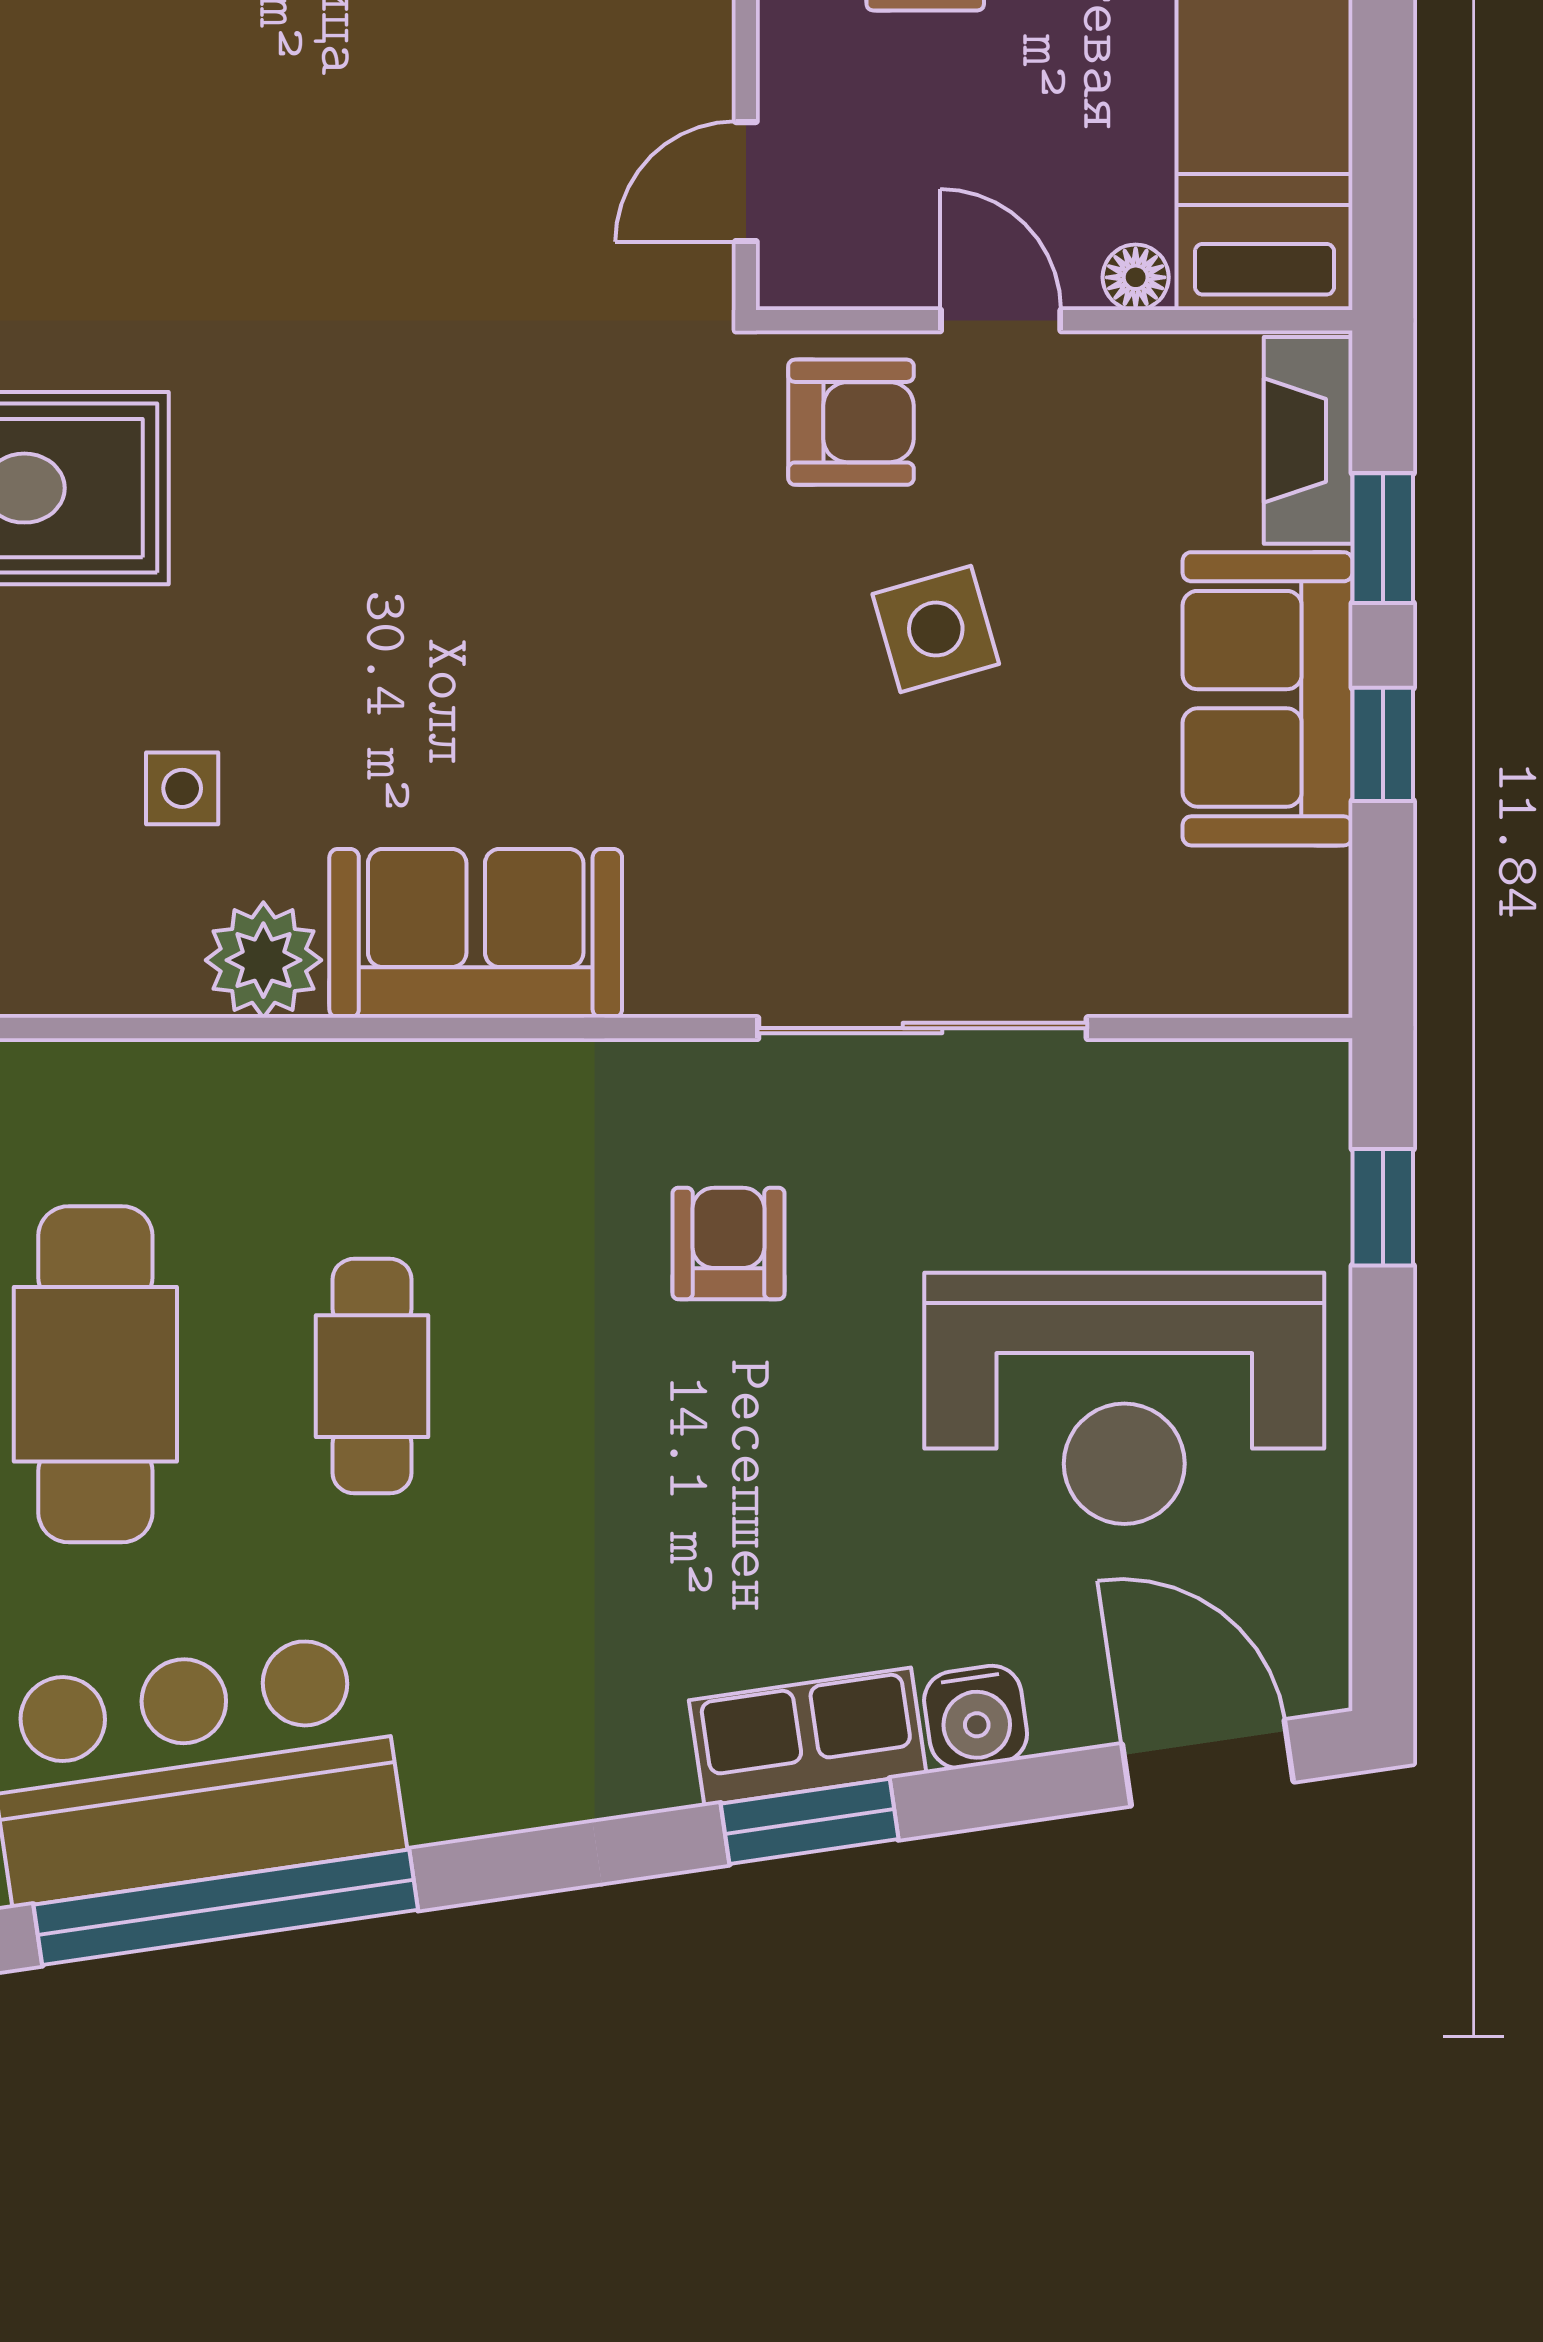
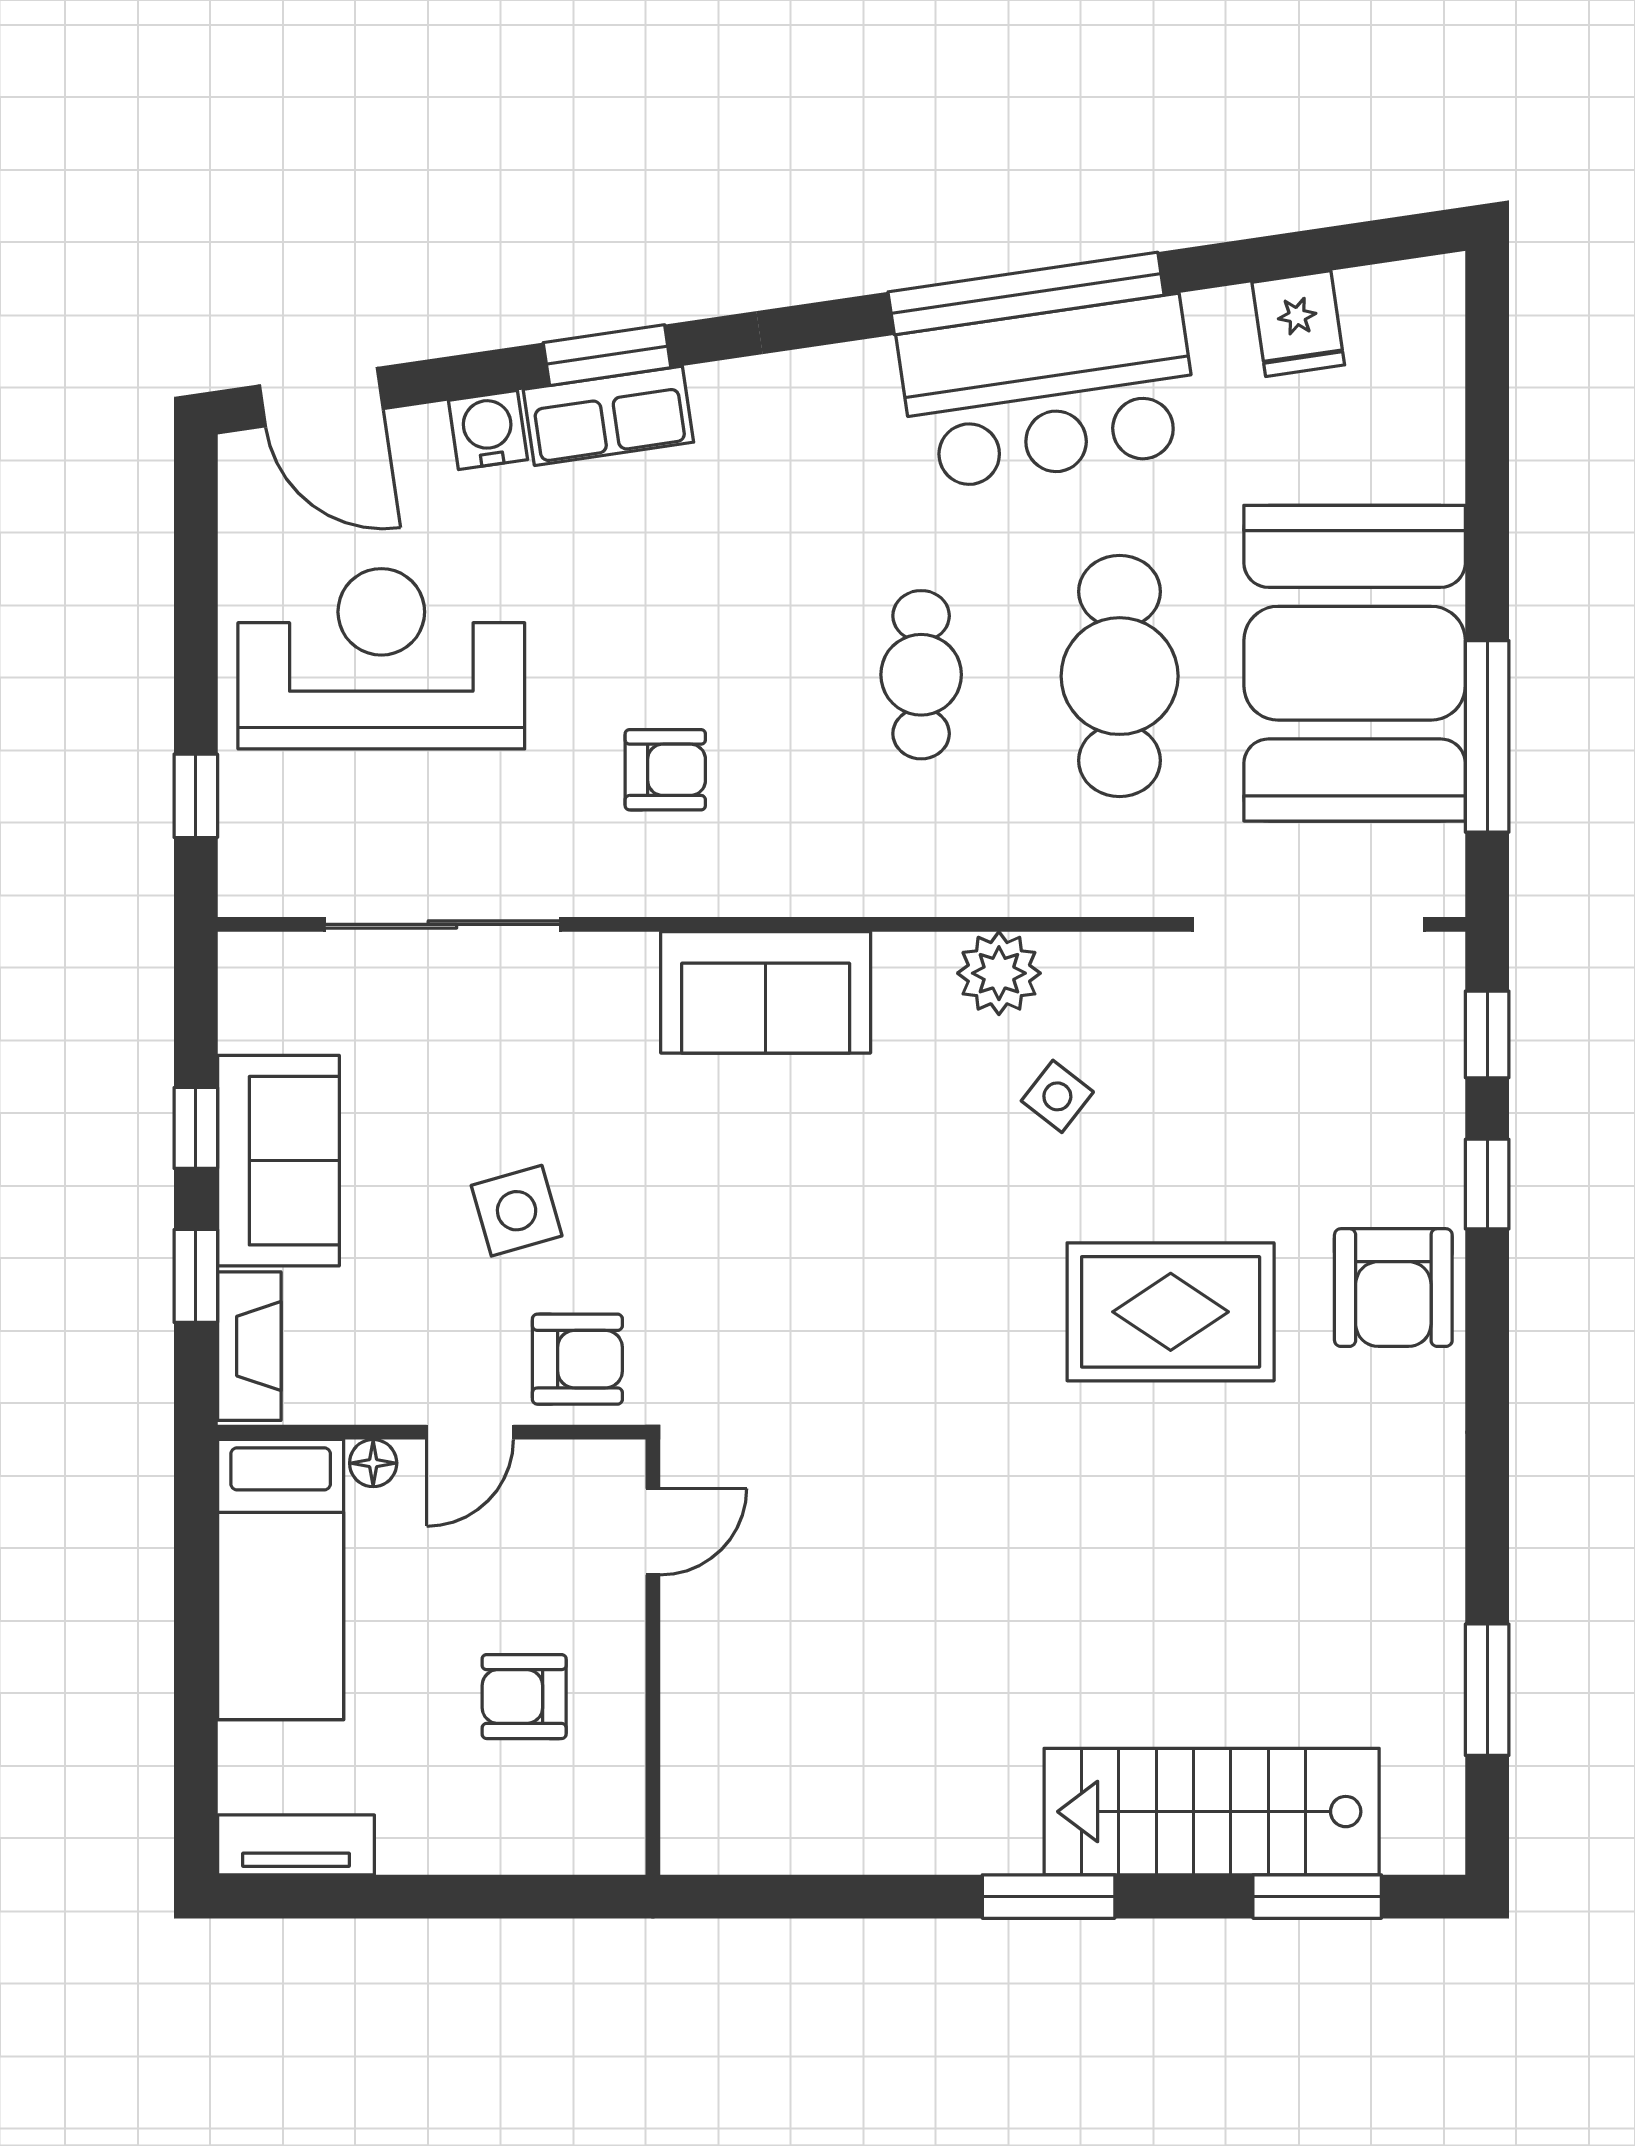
door: (1001, 320) -> (470, 1432), hinge flipped
armchair: (851, 422) -> (577, 1359), turned 180
side table: (182, 788) -> (1057, 1096), turned 38
sofa: (476, 933) -> (766, 992), moved
sliding door: (922, 1028) -> (442, 924), moved
armchair: (728, 1243) -> (665, 770), turned -90

